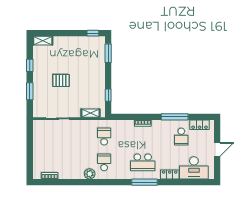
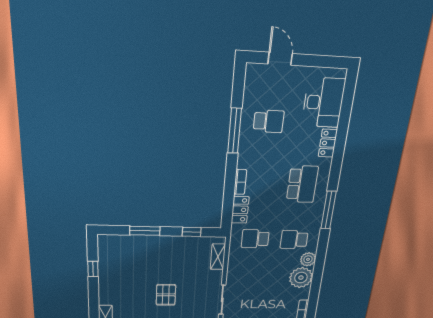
window: (93, 33) -> (93, 269), moved
window: (108, 53) -> (145, 231), moved
locker: (200, 125) -> (240, 210), moved
door: (217, 149) -> (280, 59), moved
plant: (76, 171) -> (301, 278), added
window: (145, 182) -> (329, 210), moved

